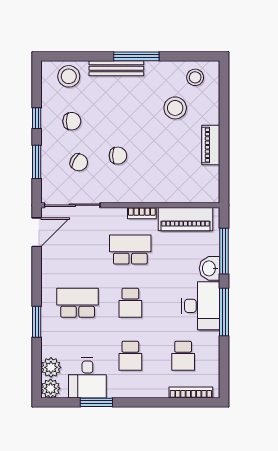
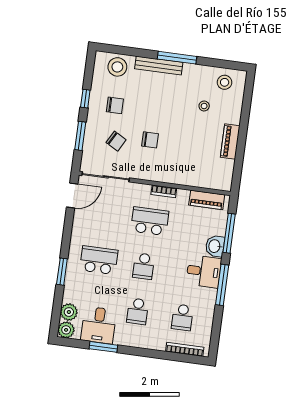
stool: (175, 108) -> (204, 106), width x0.53, depth x0.53
piano: (186, 219) -> (207, 200), width x0.73, depth x0.75
desk: (201, 306) -> (204, 271), width x0.73

